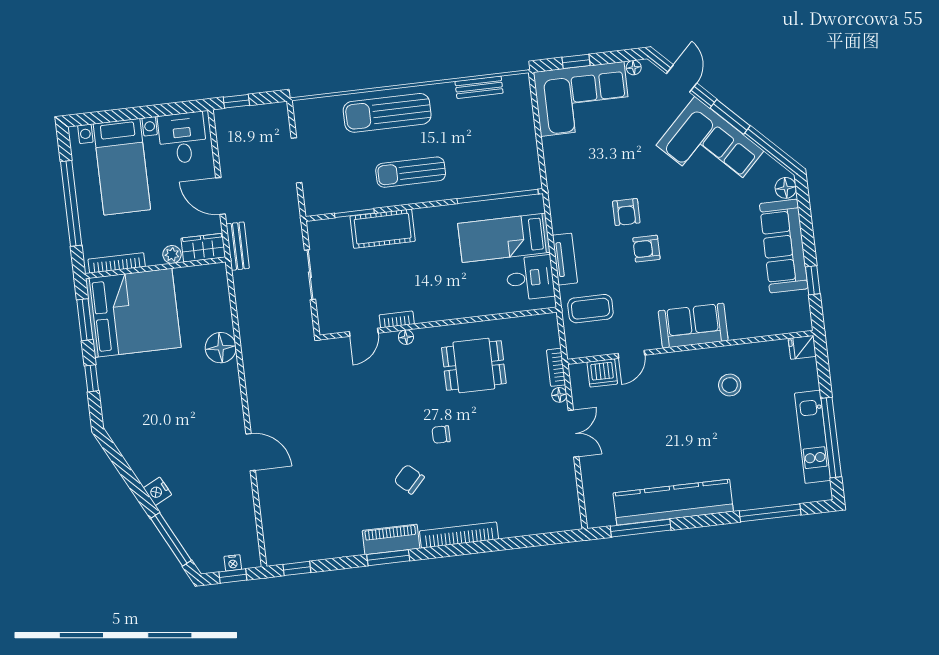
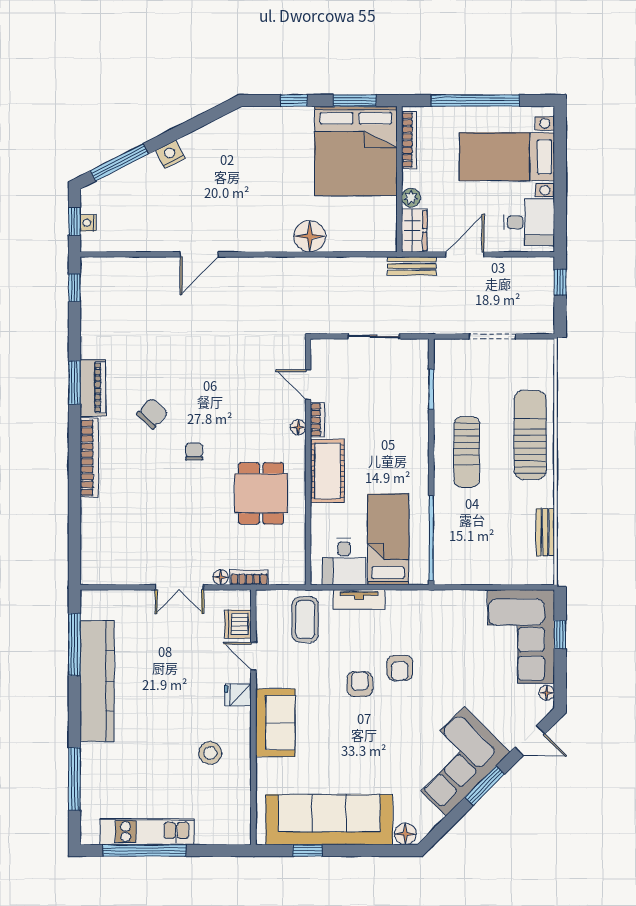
sun lounger: (411, 172) -> (467, 452), turned 180
armchair: (626, 212) -> (400, 668), turned -90
cot: (383, 229) -> (327, 471), moved
sofa: (784, 246) -> (329, 820), width x1.36, depth x1.27
fridge: (802, 347) -> (238, 695), moved, turned -90

